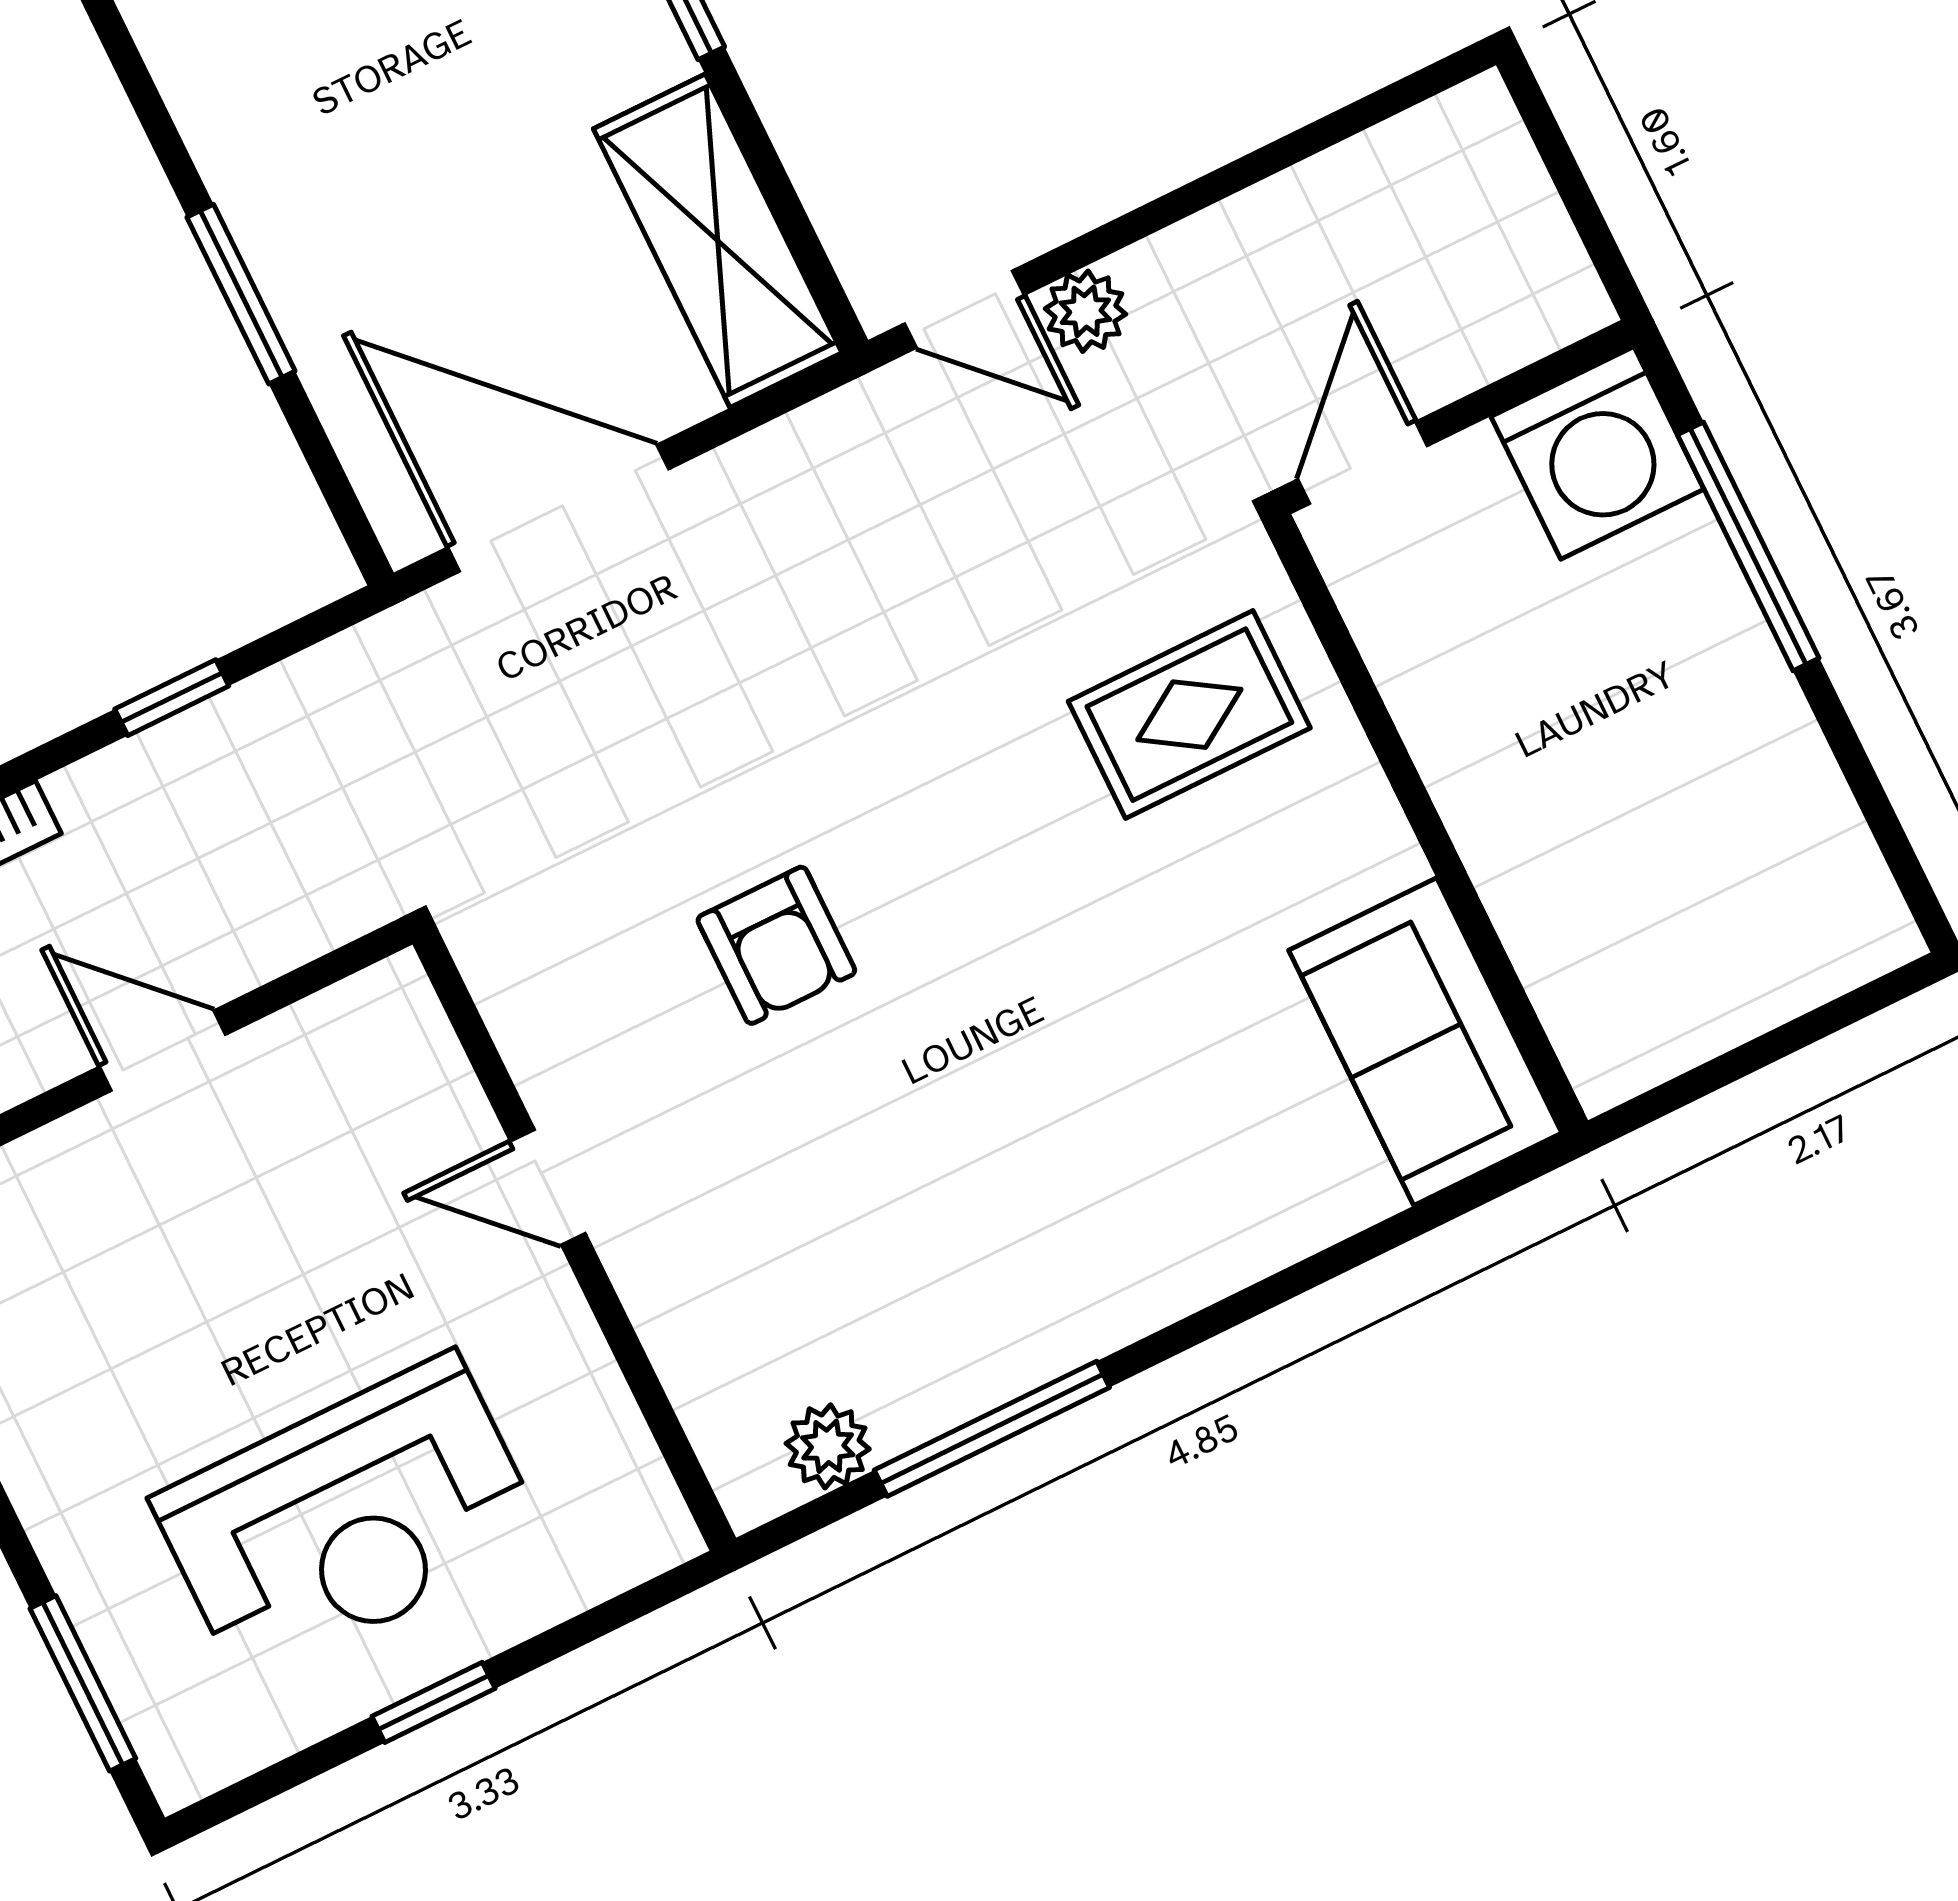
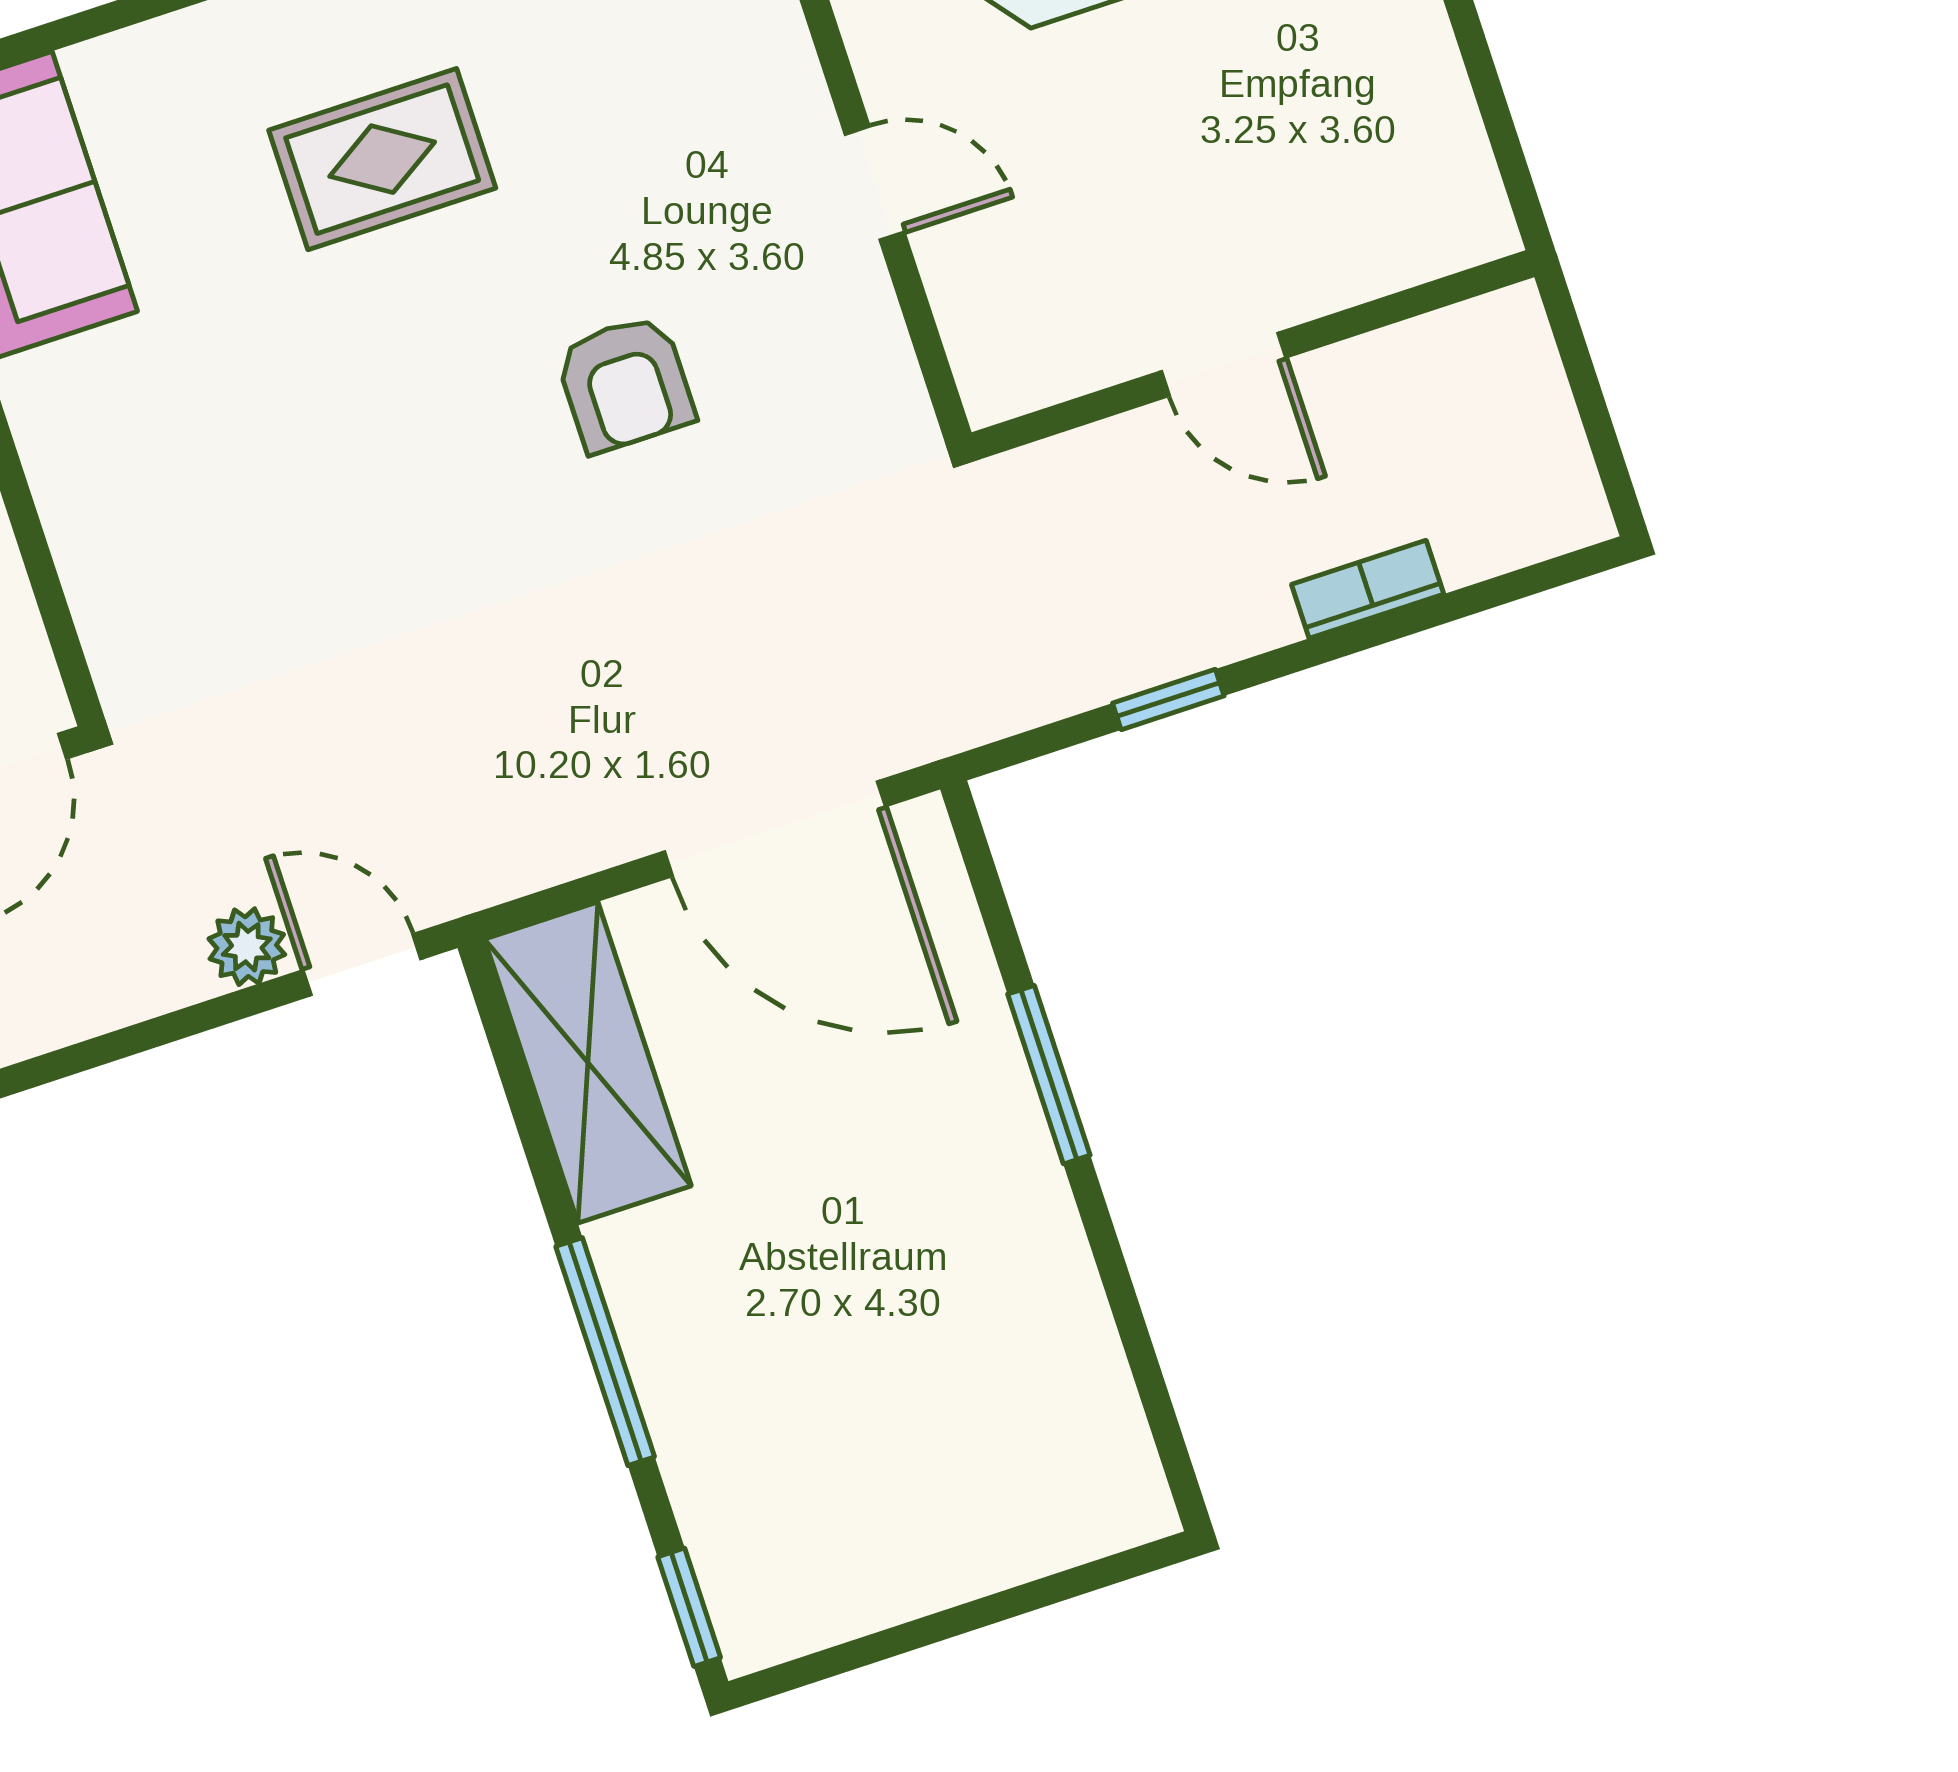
rug: (1189, 715) -> (382, 159), moved
armchair: (776, 945) -> (625, 384), turned 180

